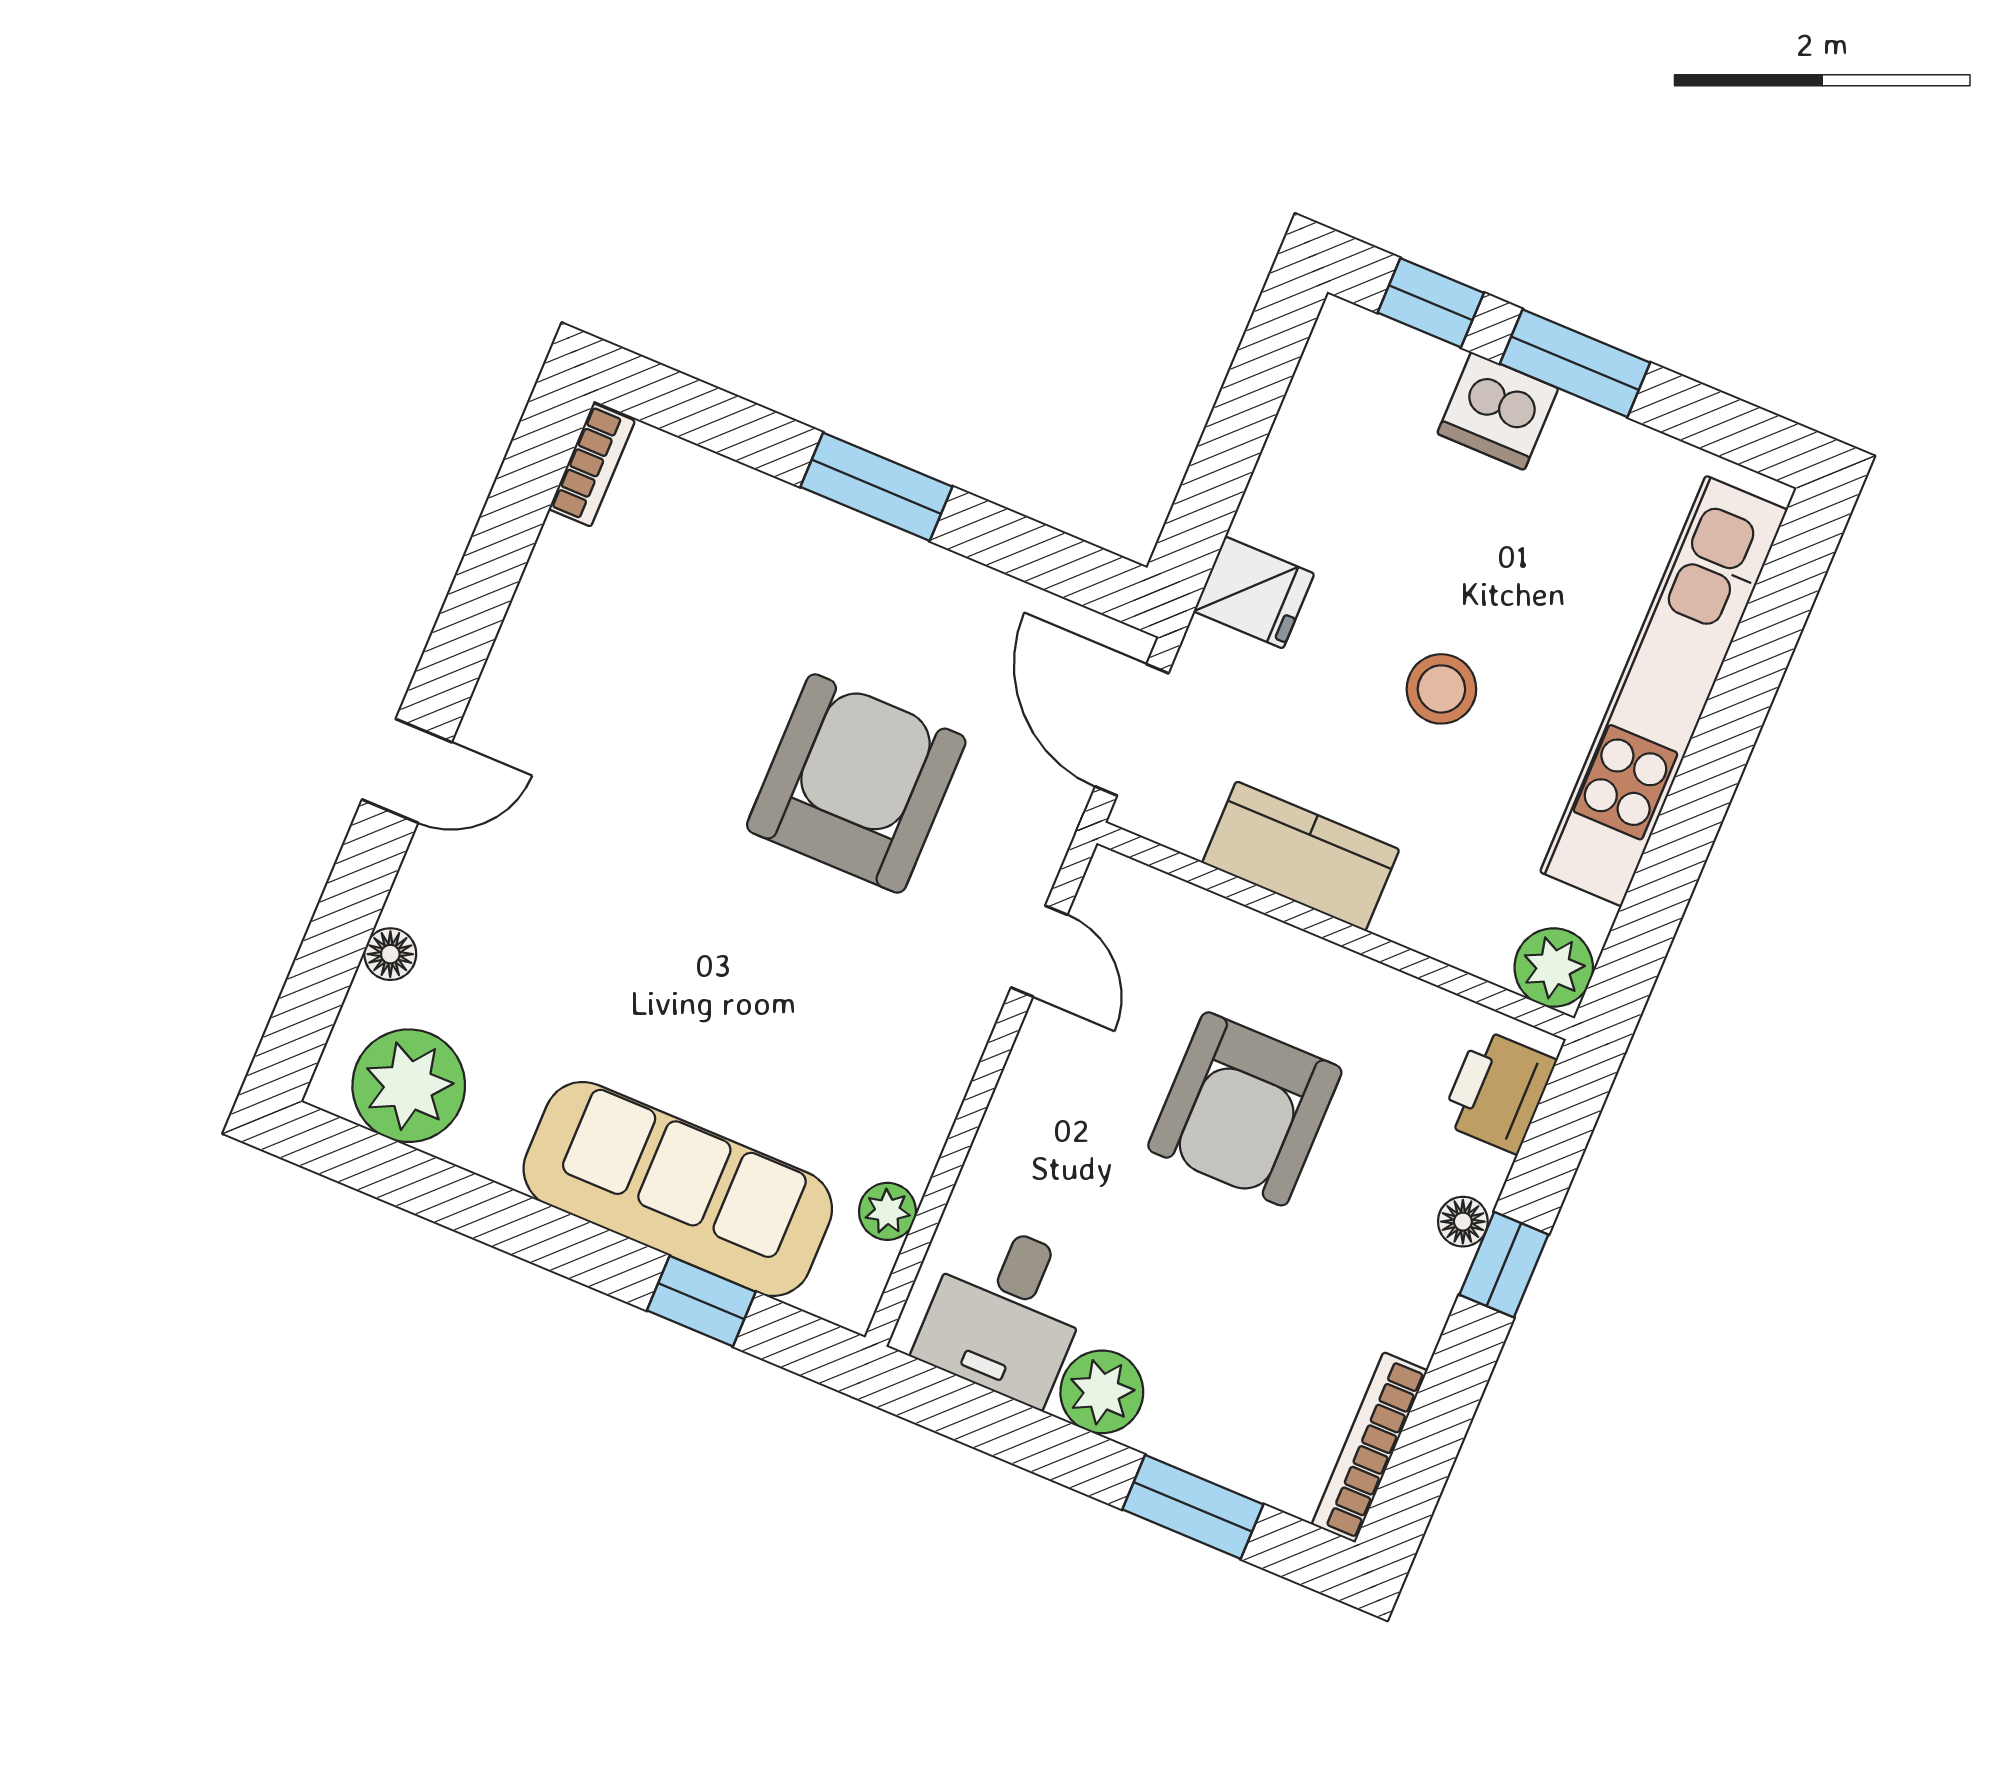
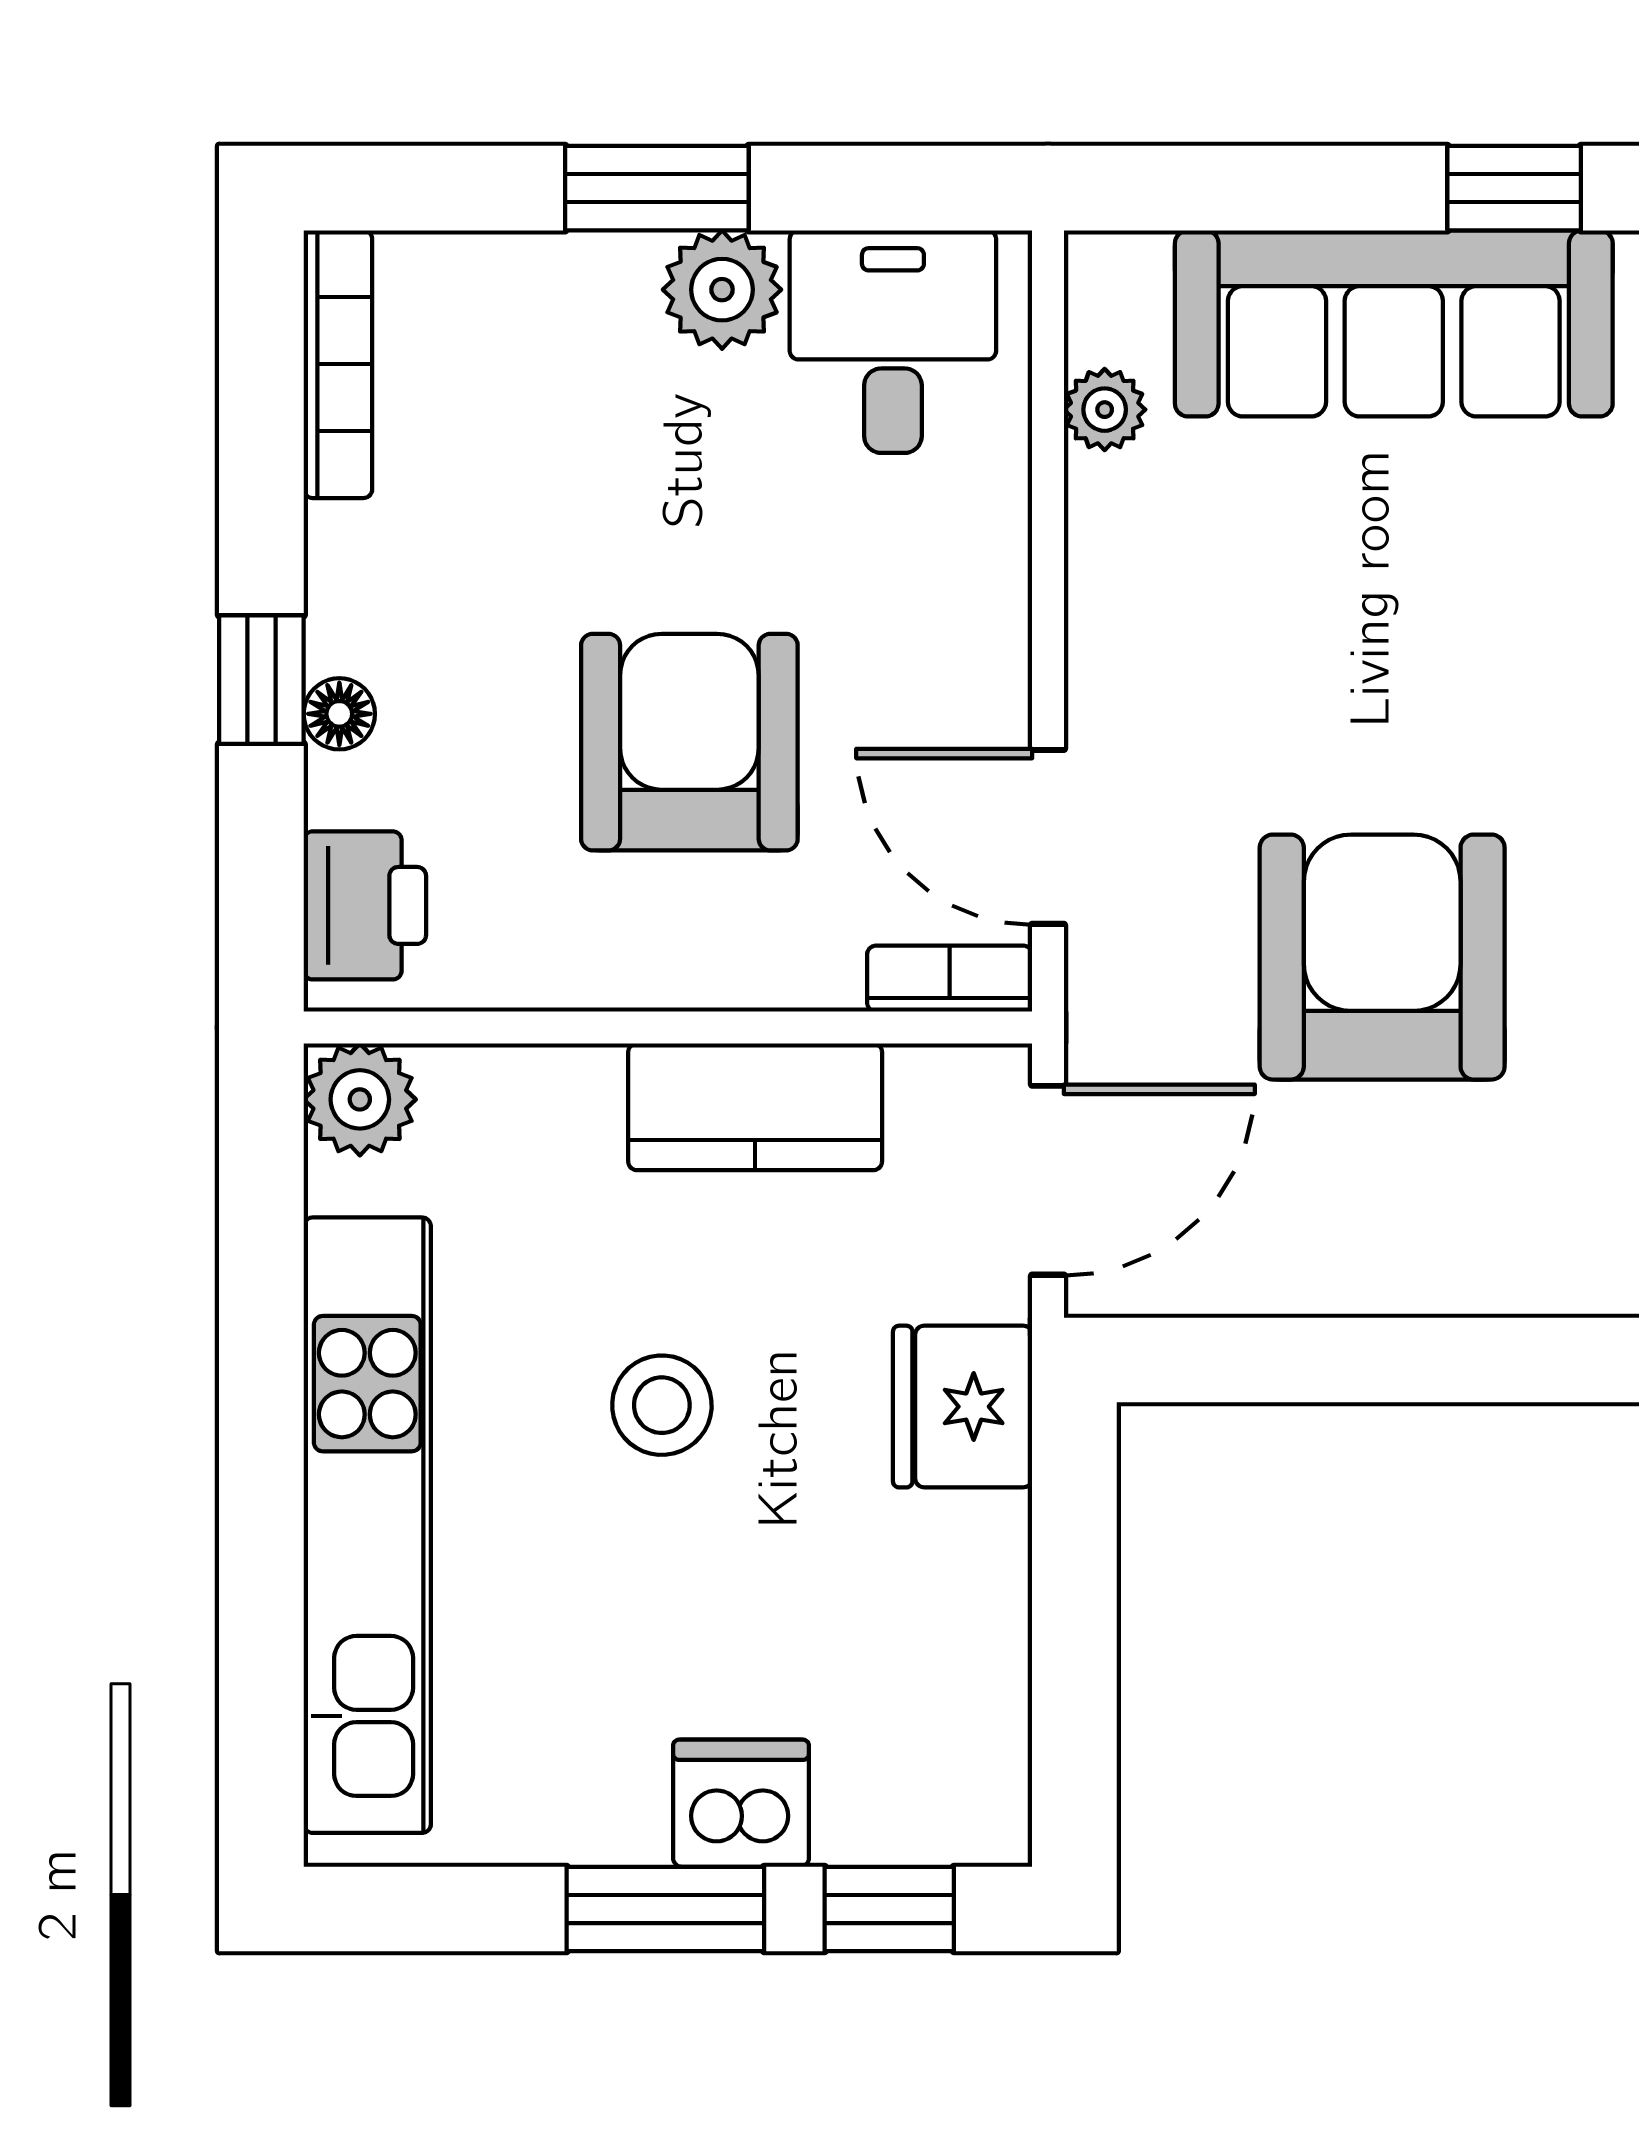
window: (876, 487) -> (1519, 1360), removed
fridge: (1254, 592) -> (963, 1407), width x1.38
door: (1132, 730) -> (1048, 1180), hinge flipped
armchair: (856, 784) -> (1382, 957), turned 180
bookcase: (1141, 886) -> (950, 979), added
door: (1039, 951) -> (1048, 837), width x1.38
window: (701, 1301) -> (1514, 188), moved
window: (1193, 1507) -> (657, 188), moved

